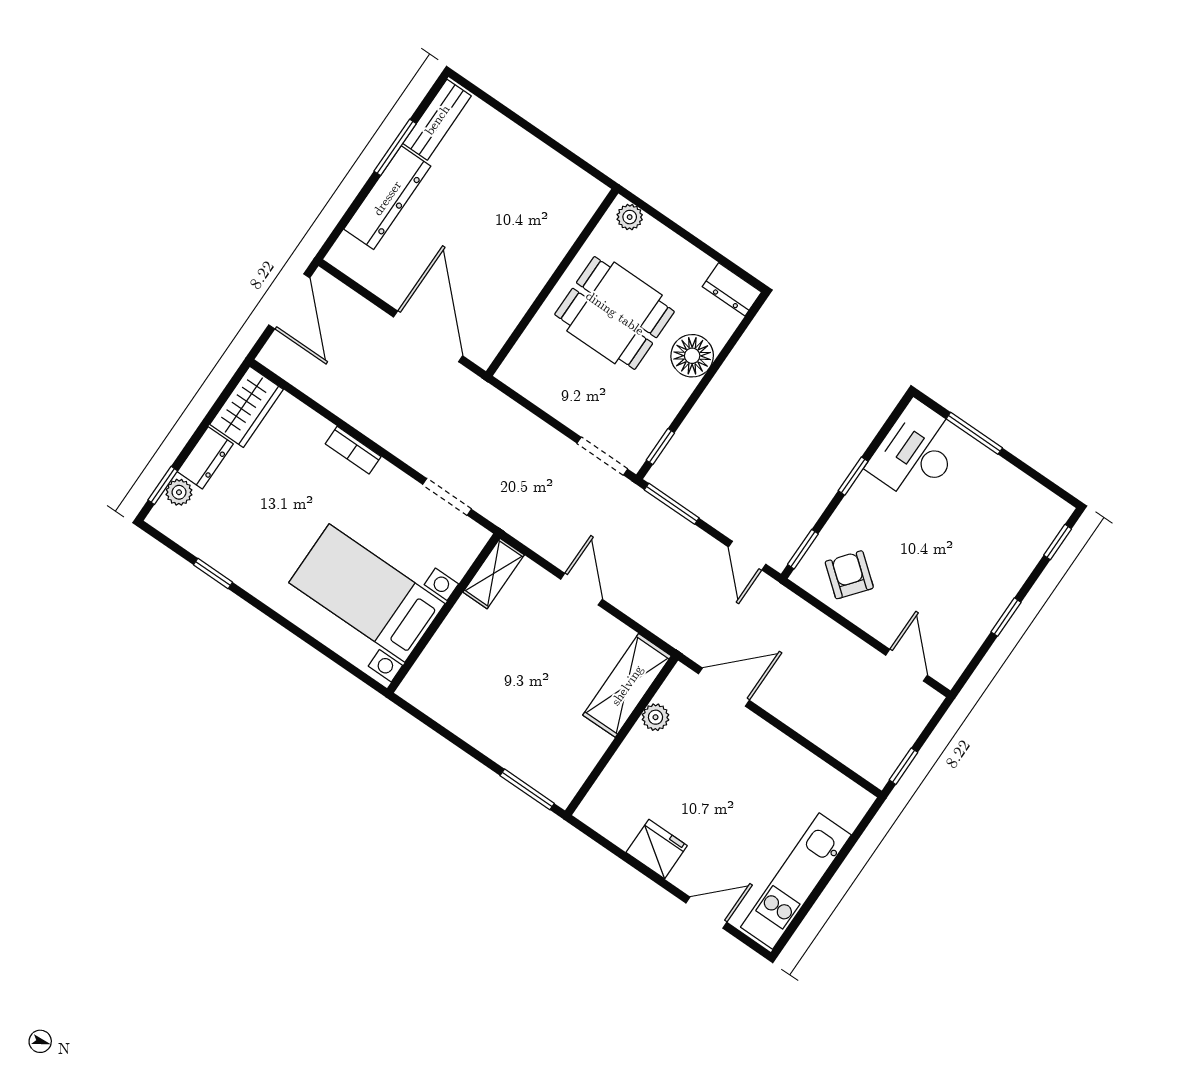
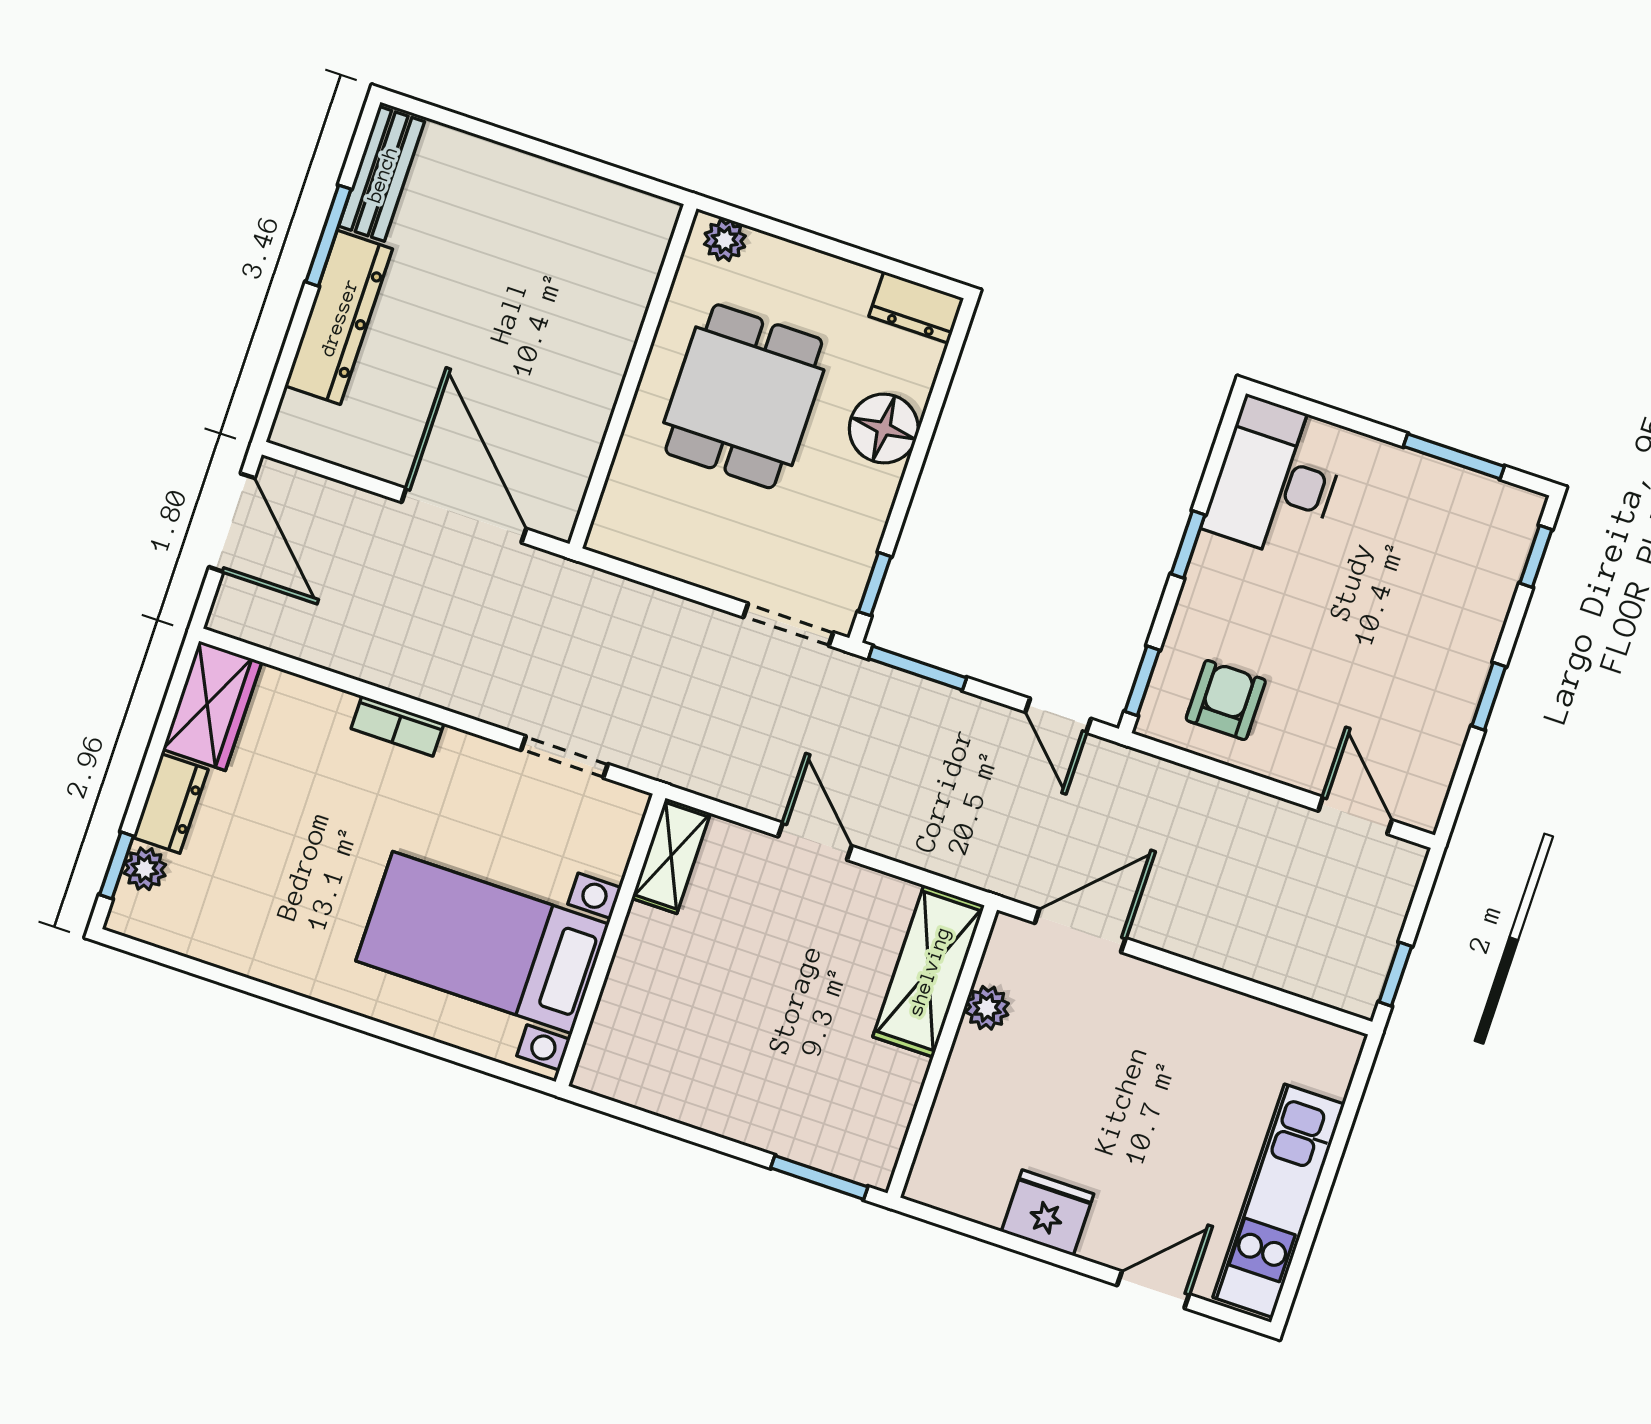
dining table: (615, 313) -> (744, 396), turned 90
window: (974, 433) -> (1454, 456), moved
window: (213, 573) -> (234, 980), removed
armchair: (849, 575) -> (1226, 700), turned 51

